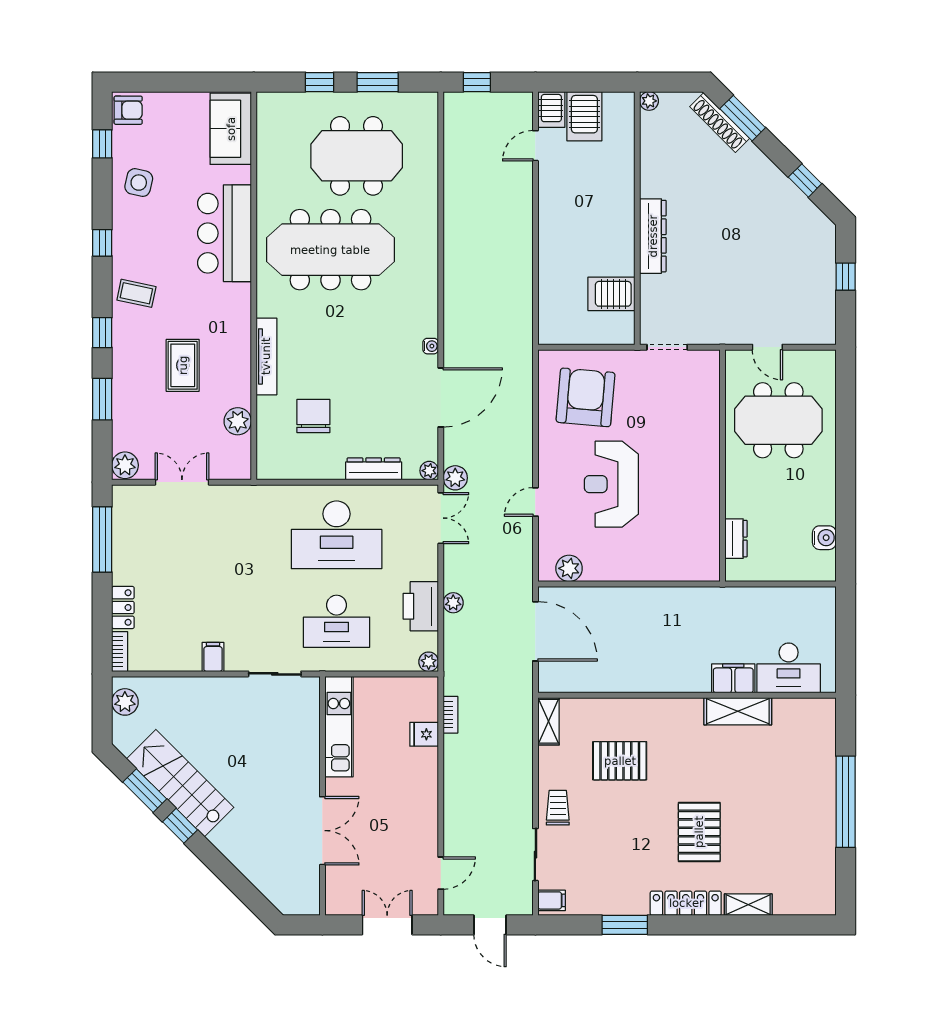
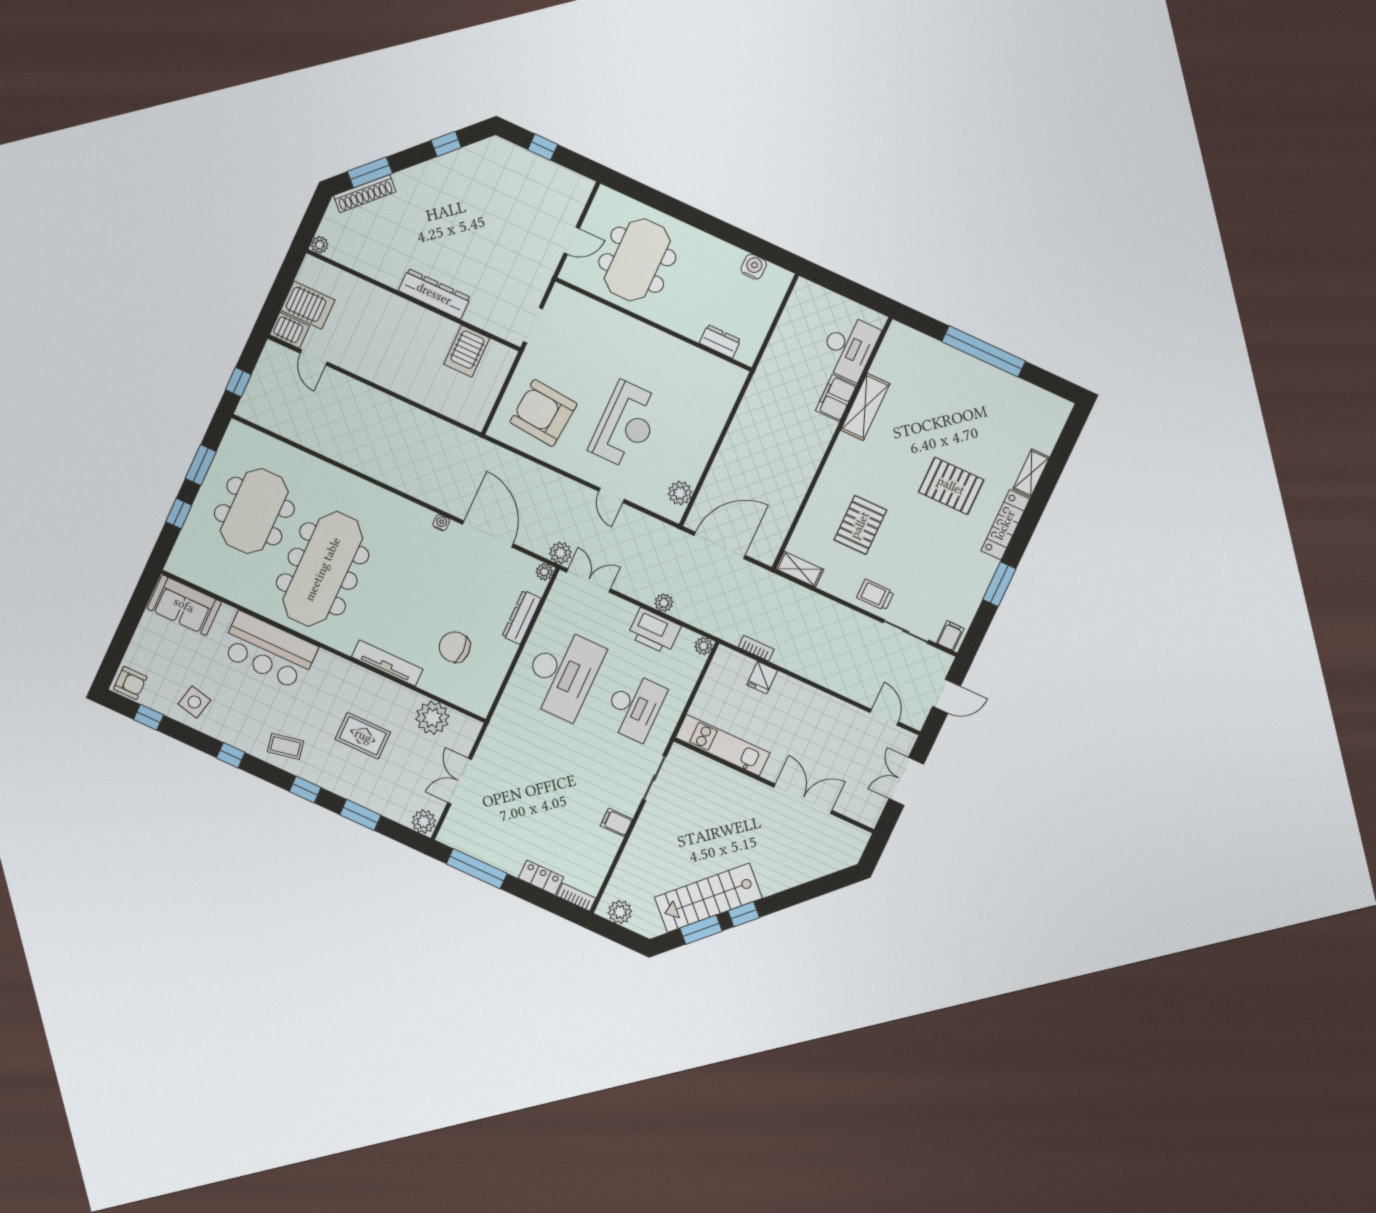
armchair: (128, 110) -> (130, 683), turned 90
coffee table: (136, 293) -> (286, 746), turned 67
plant: (238, 421) -> (432, 718), width x1.36, depth x1.36
reception desk: (611, 484) -> (626, 425), turned -90

